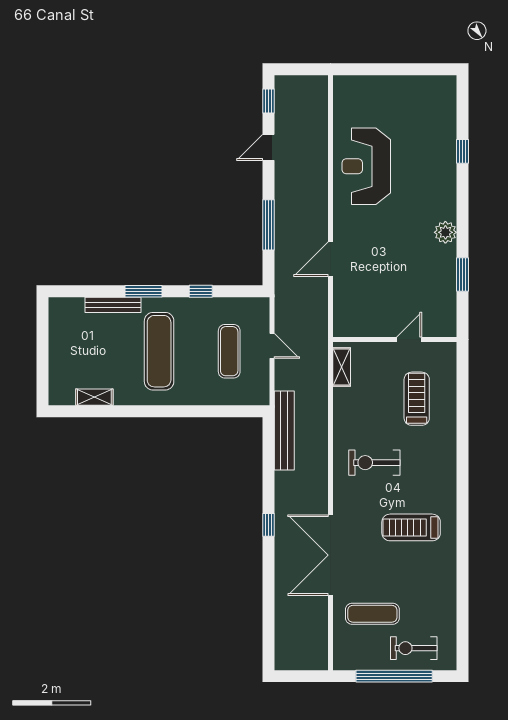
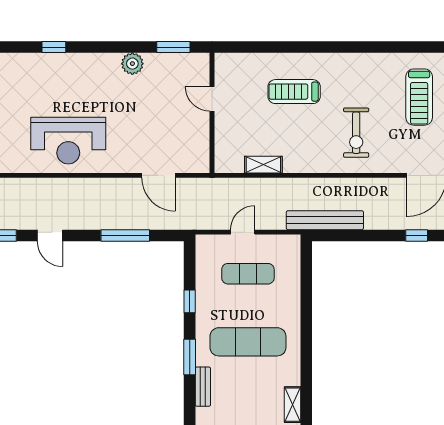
bench: (113, 305) -> (203, 387), width x0.73
wall: (395, 340) -> (212, 113), moved
door: (409, 340) -> (212, 99), moved

